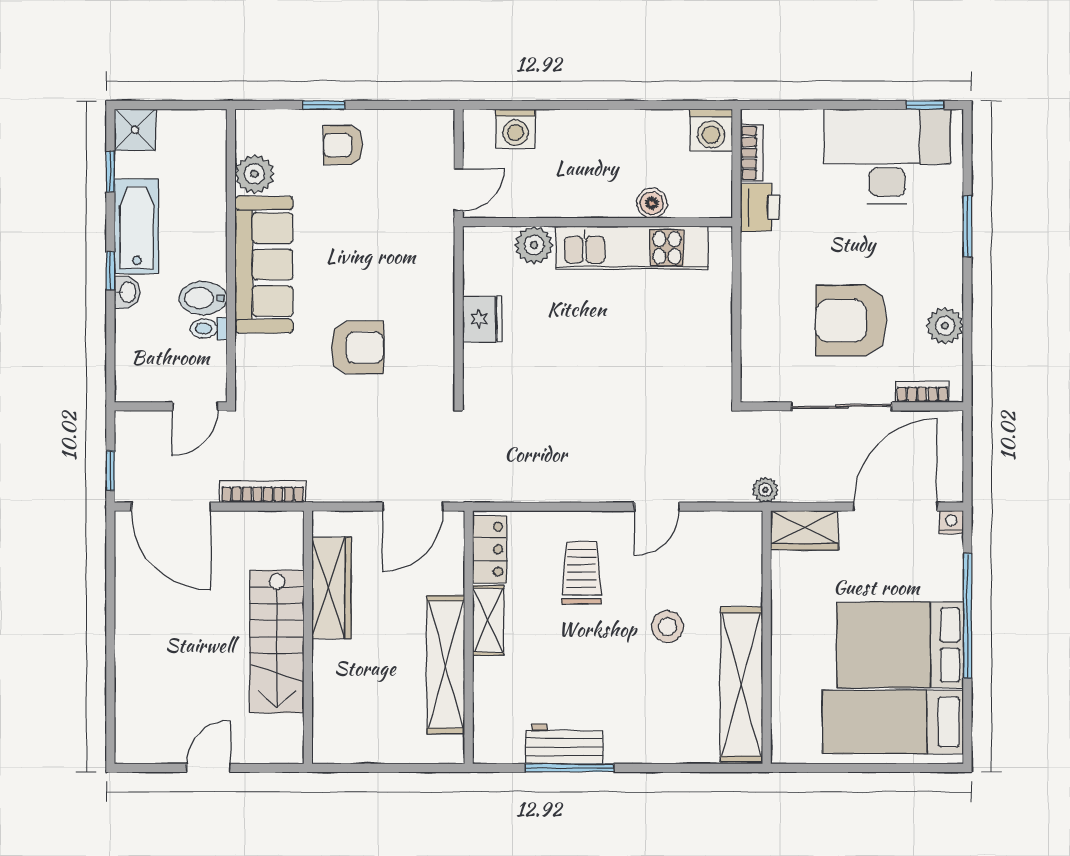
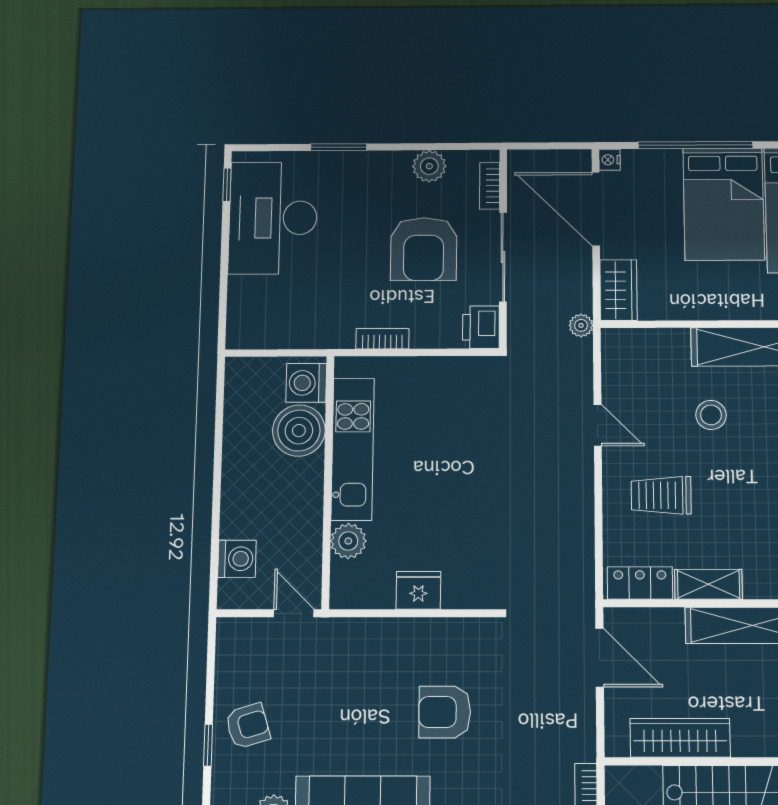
washing machine: (711, 130) -> (306, 383), moved, turned 180
armchair: (343, 145) -> (248, 726), turned -107
bookcase: (752, 153) -> (382, 339), moved
boiler: (652, 203) -> (299, 431), width x1.86, depth x1.86
printer: (760, 207) -> (481, 327), moved, turned -90
armchair: (357, 347) -> (445, 712), turned -90

